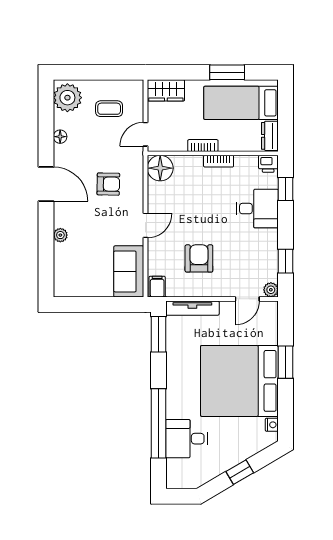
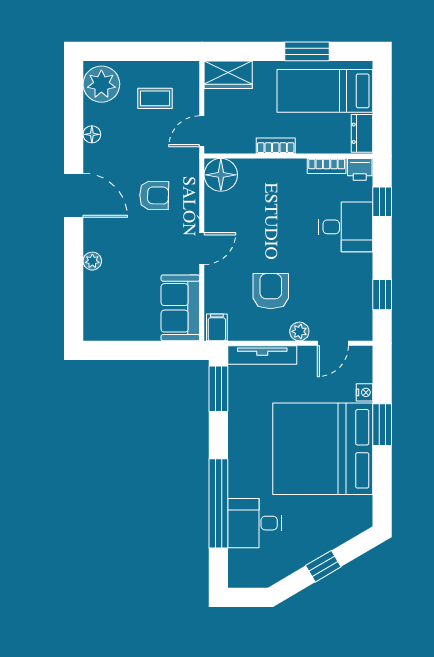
bookcase: (219, 161) -> (327, 166), moved
plant: (271, 290) -> (299, 331), moved
nightstand: (272, 425) -> (365, 392), moved

